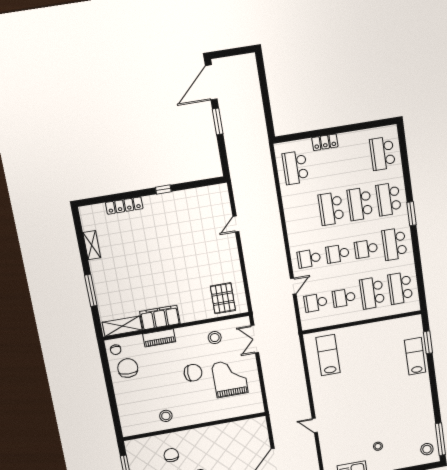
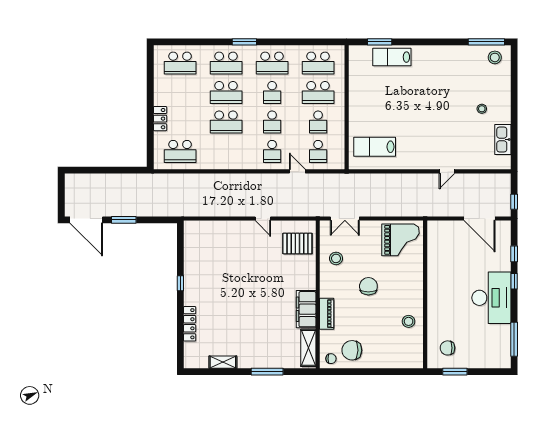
door: (236, 224) -> (263, 218), moved
grand piano: (230, 378) -> (401, 240), moved, turned 180
chair: (171, 455) -> (448, 348), moved

